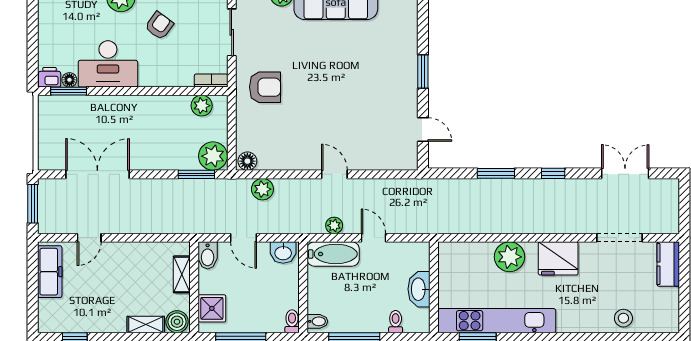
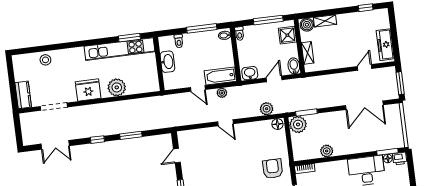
armchair: (265, 87) -> (273, 169), turned 90
plant: (202, 106) -> (327, 151), moved
door: (423, 129) -> (177, 156), hinge flipped
door: (244, 238) -> (274, 79), hinge flipped

